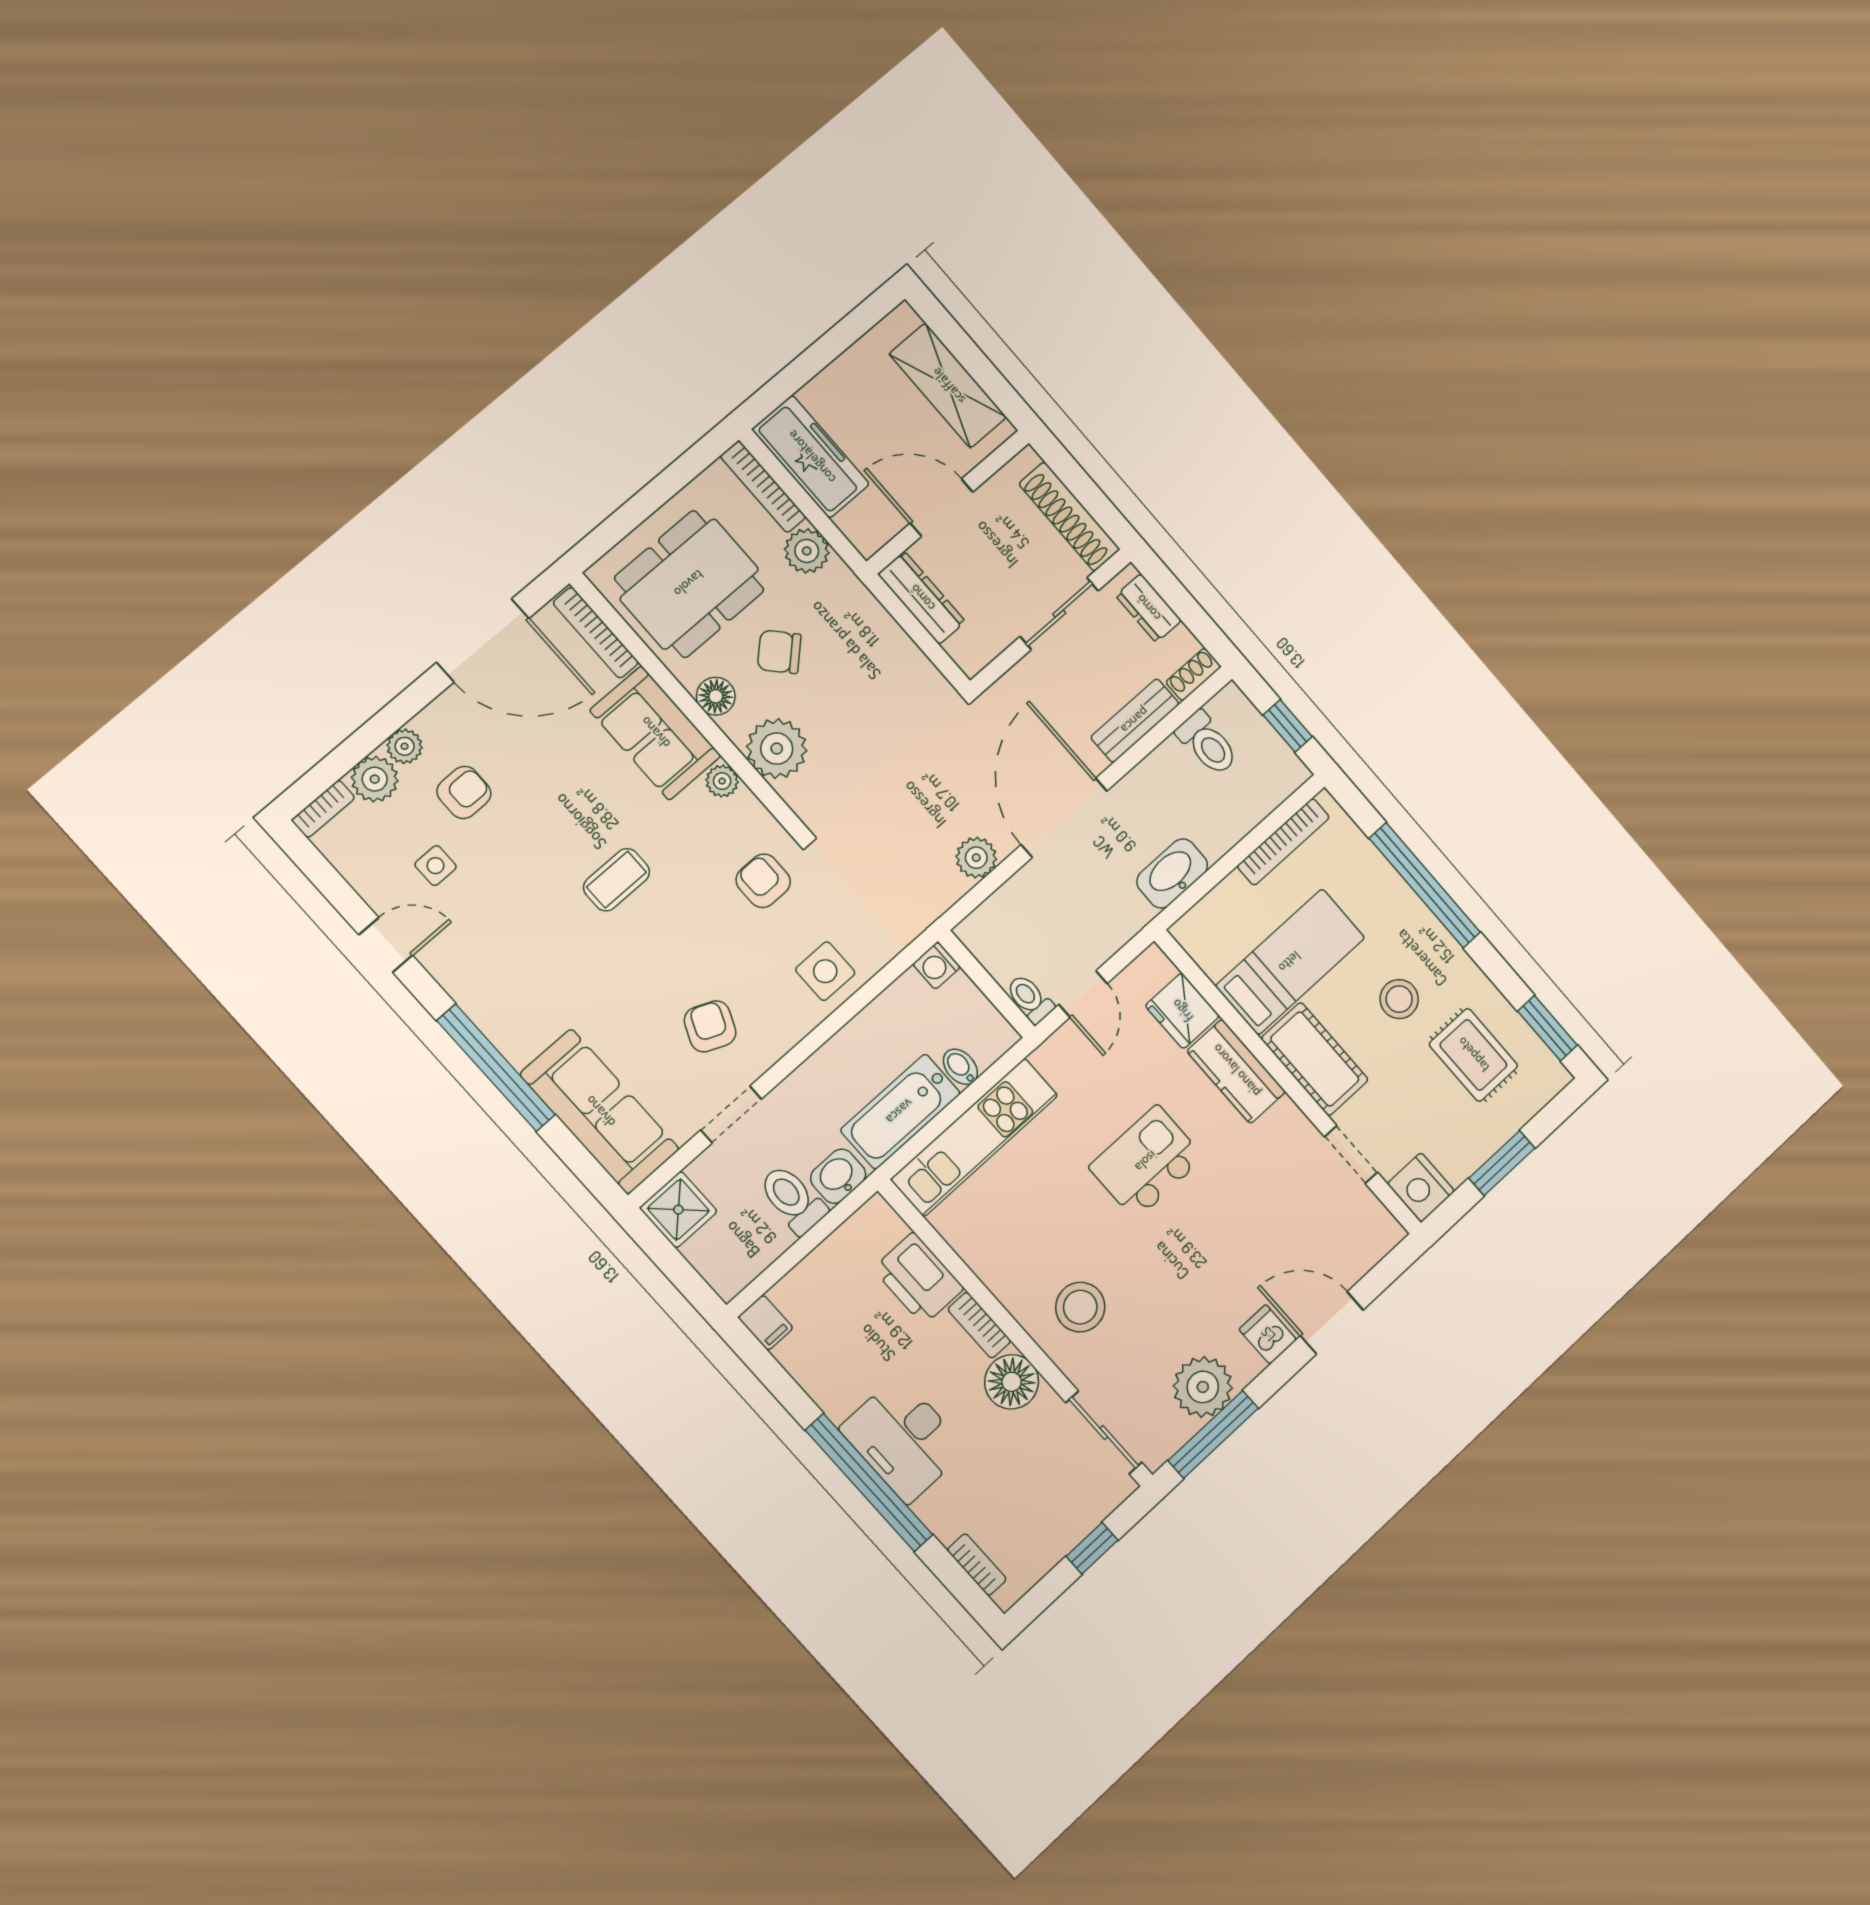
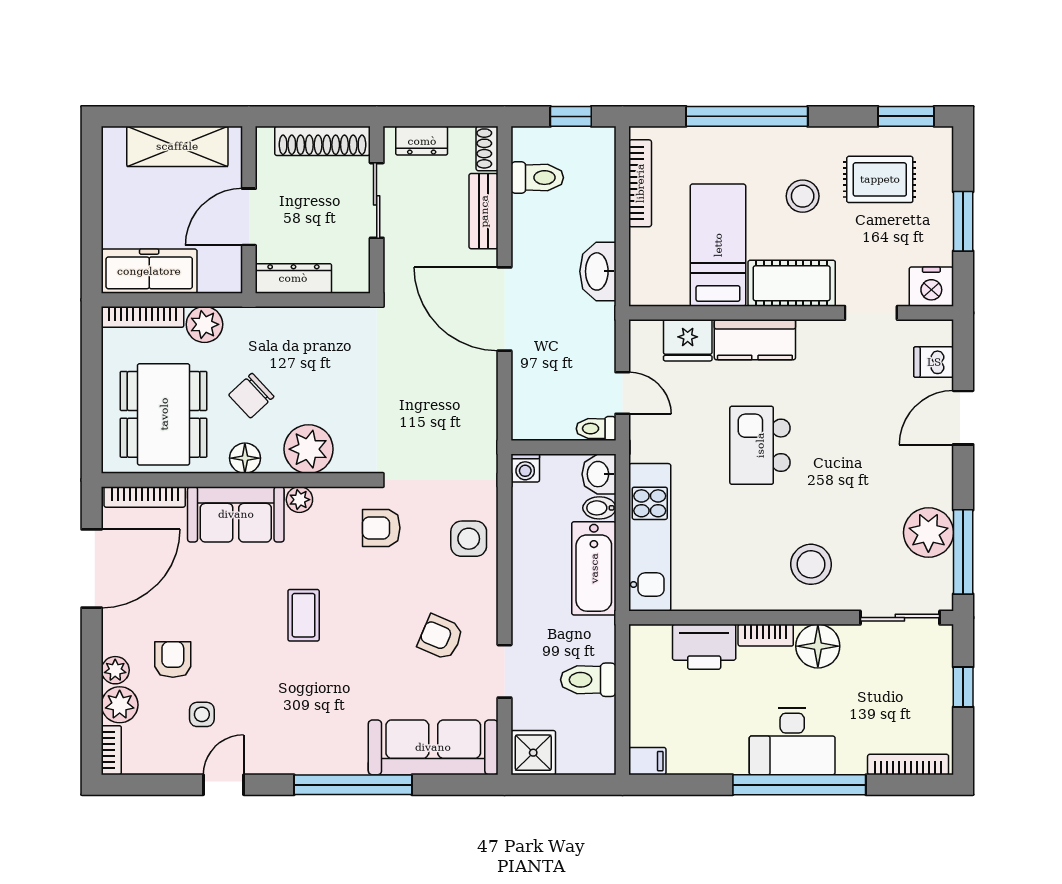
plant: (976, 858) -> (481, 385), removed
washbasin: (838, 1176) -> (599, 474), moved
dishwasher: (1268, 1334) -> (934, 362), moved
bookcase: (977, 1565) -> (908, 765), width x1.56

